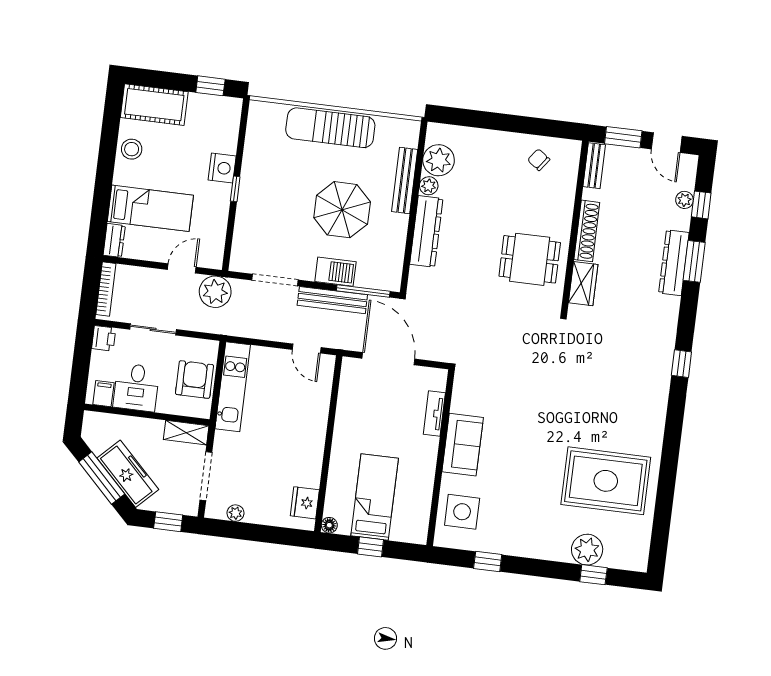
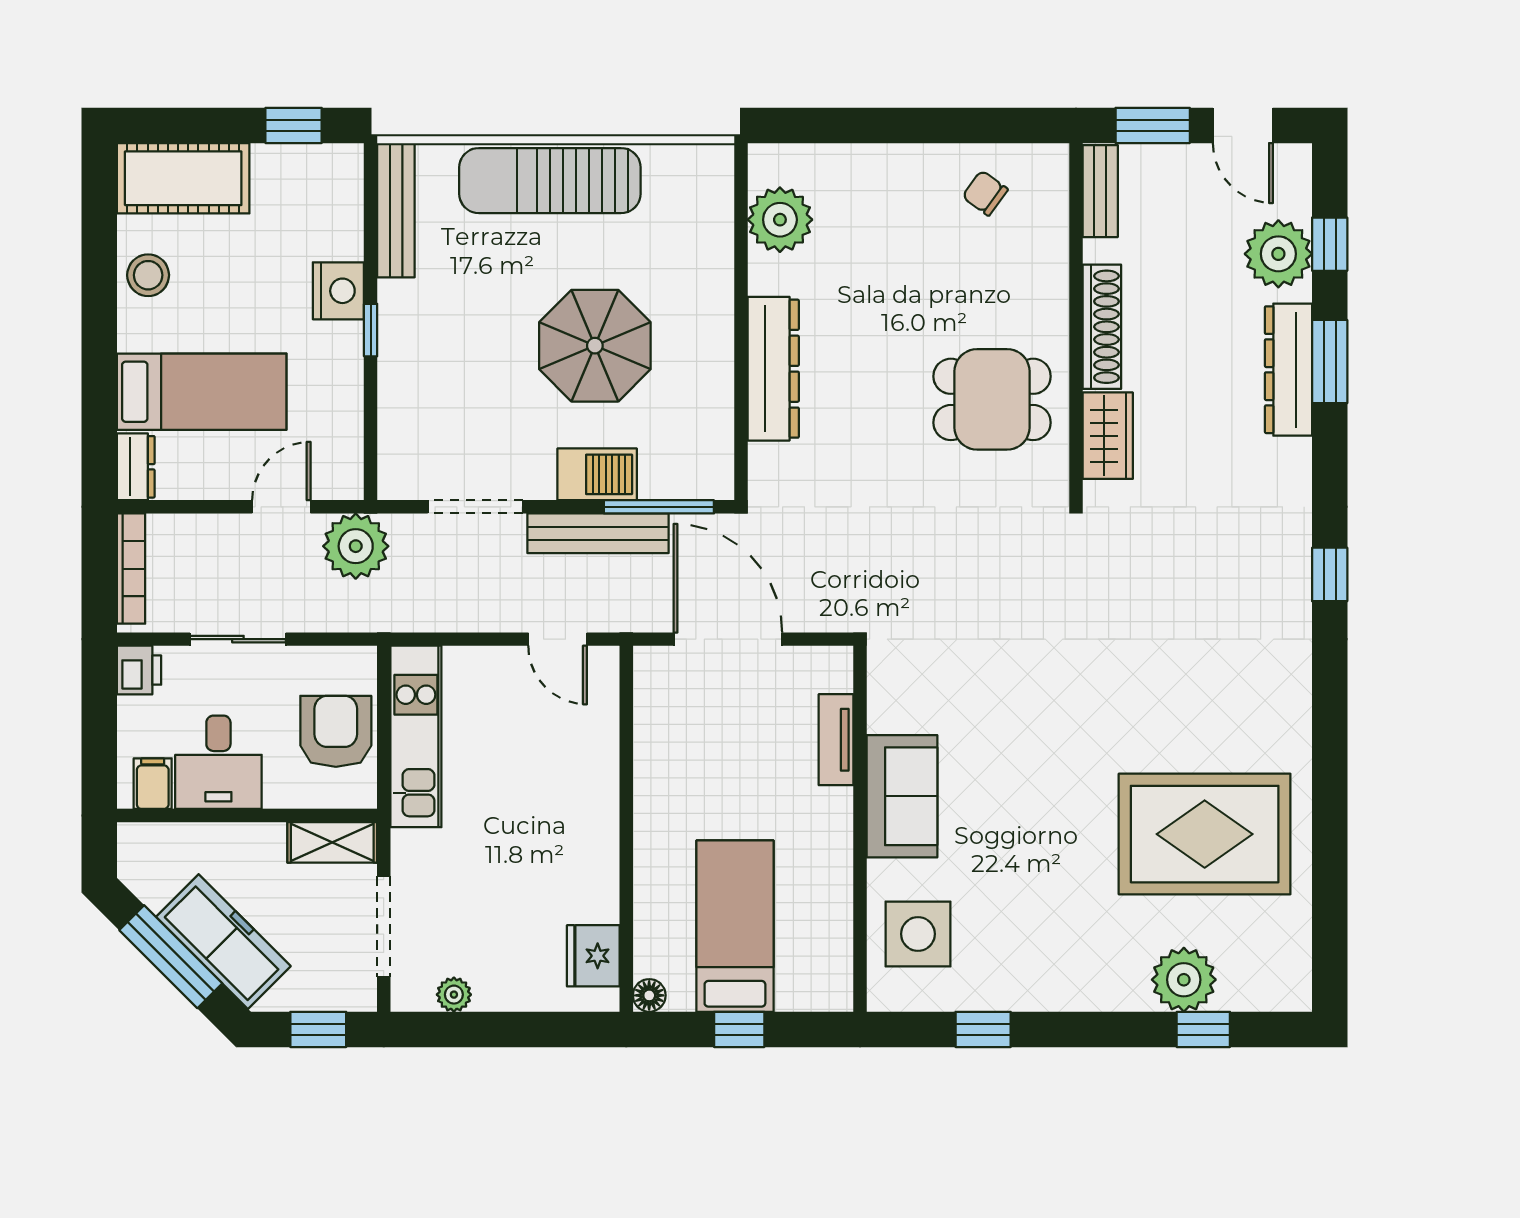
bench: (405, 181) -> (396, 210), moved
plant: (429, 186) -> (766, 274), removed
plant: (684, 200) -> (1278, 254), width x1.87, depth x1.87

